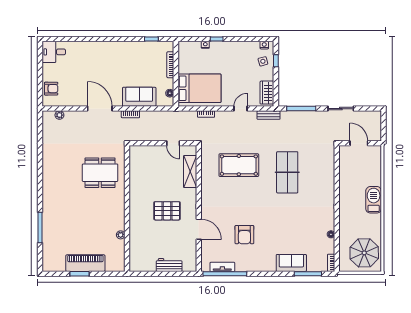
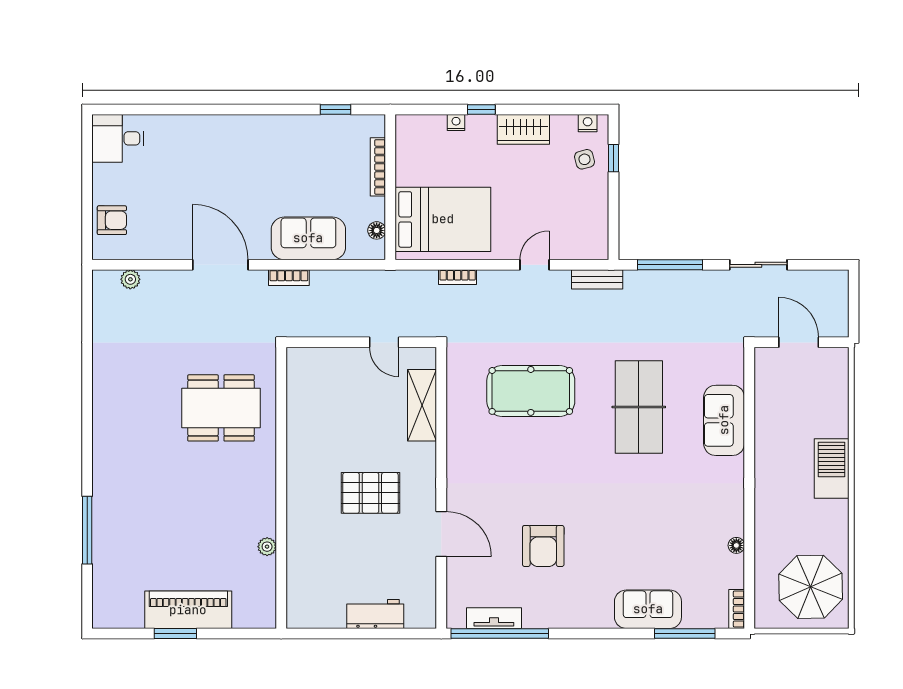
wardrobe: (267, 93) -> (523, 129), moved, turned -90
sofa: (325, 178) -> (724, 420), added

